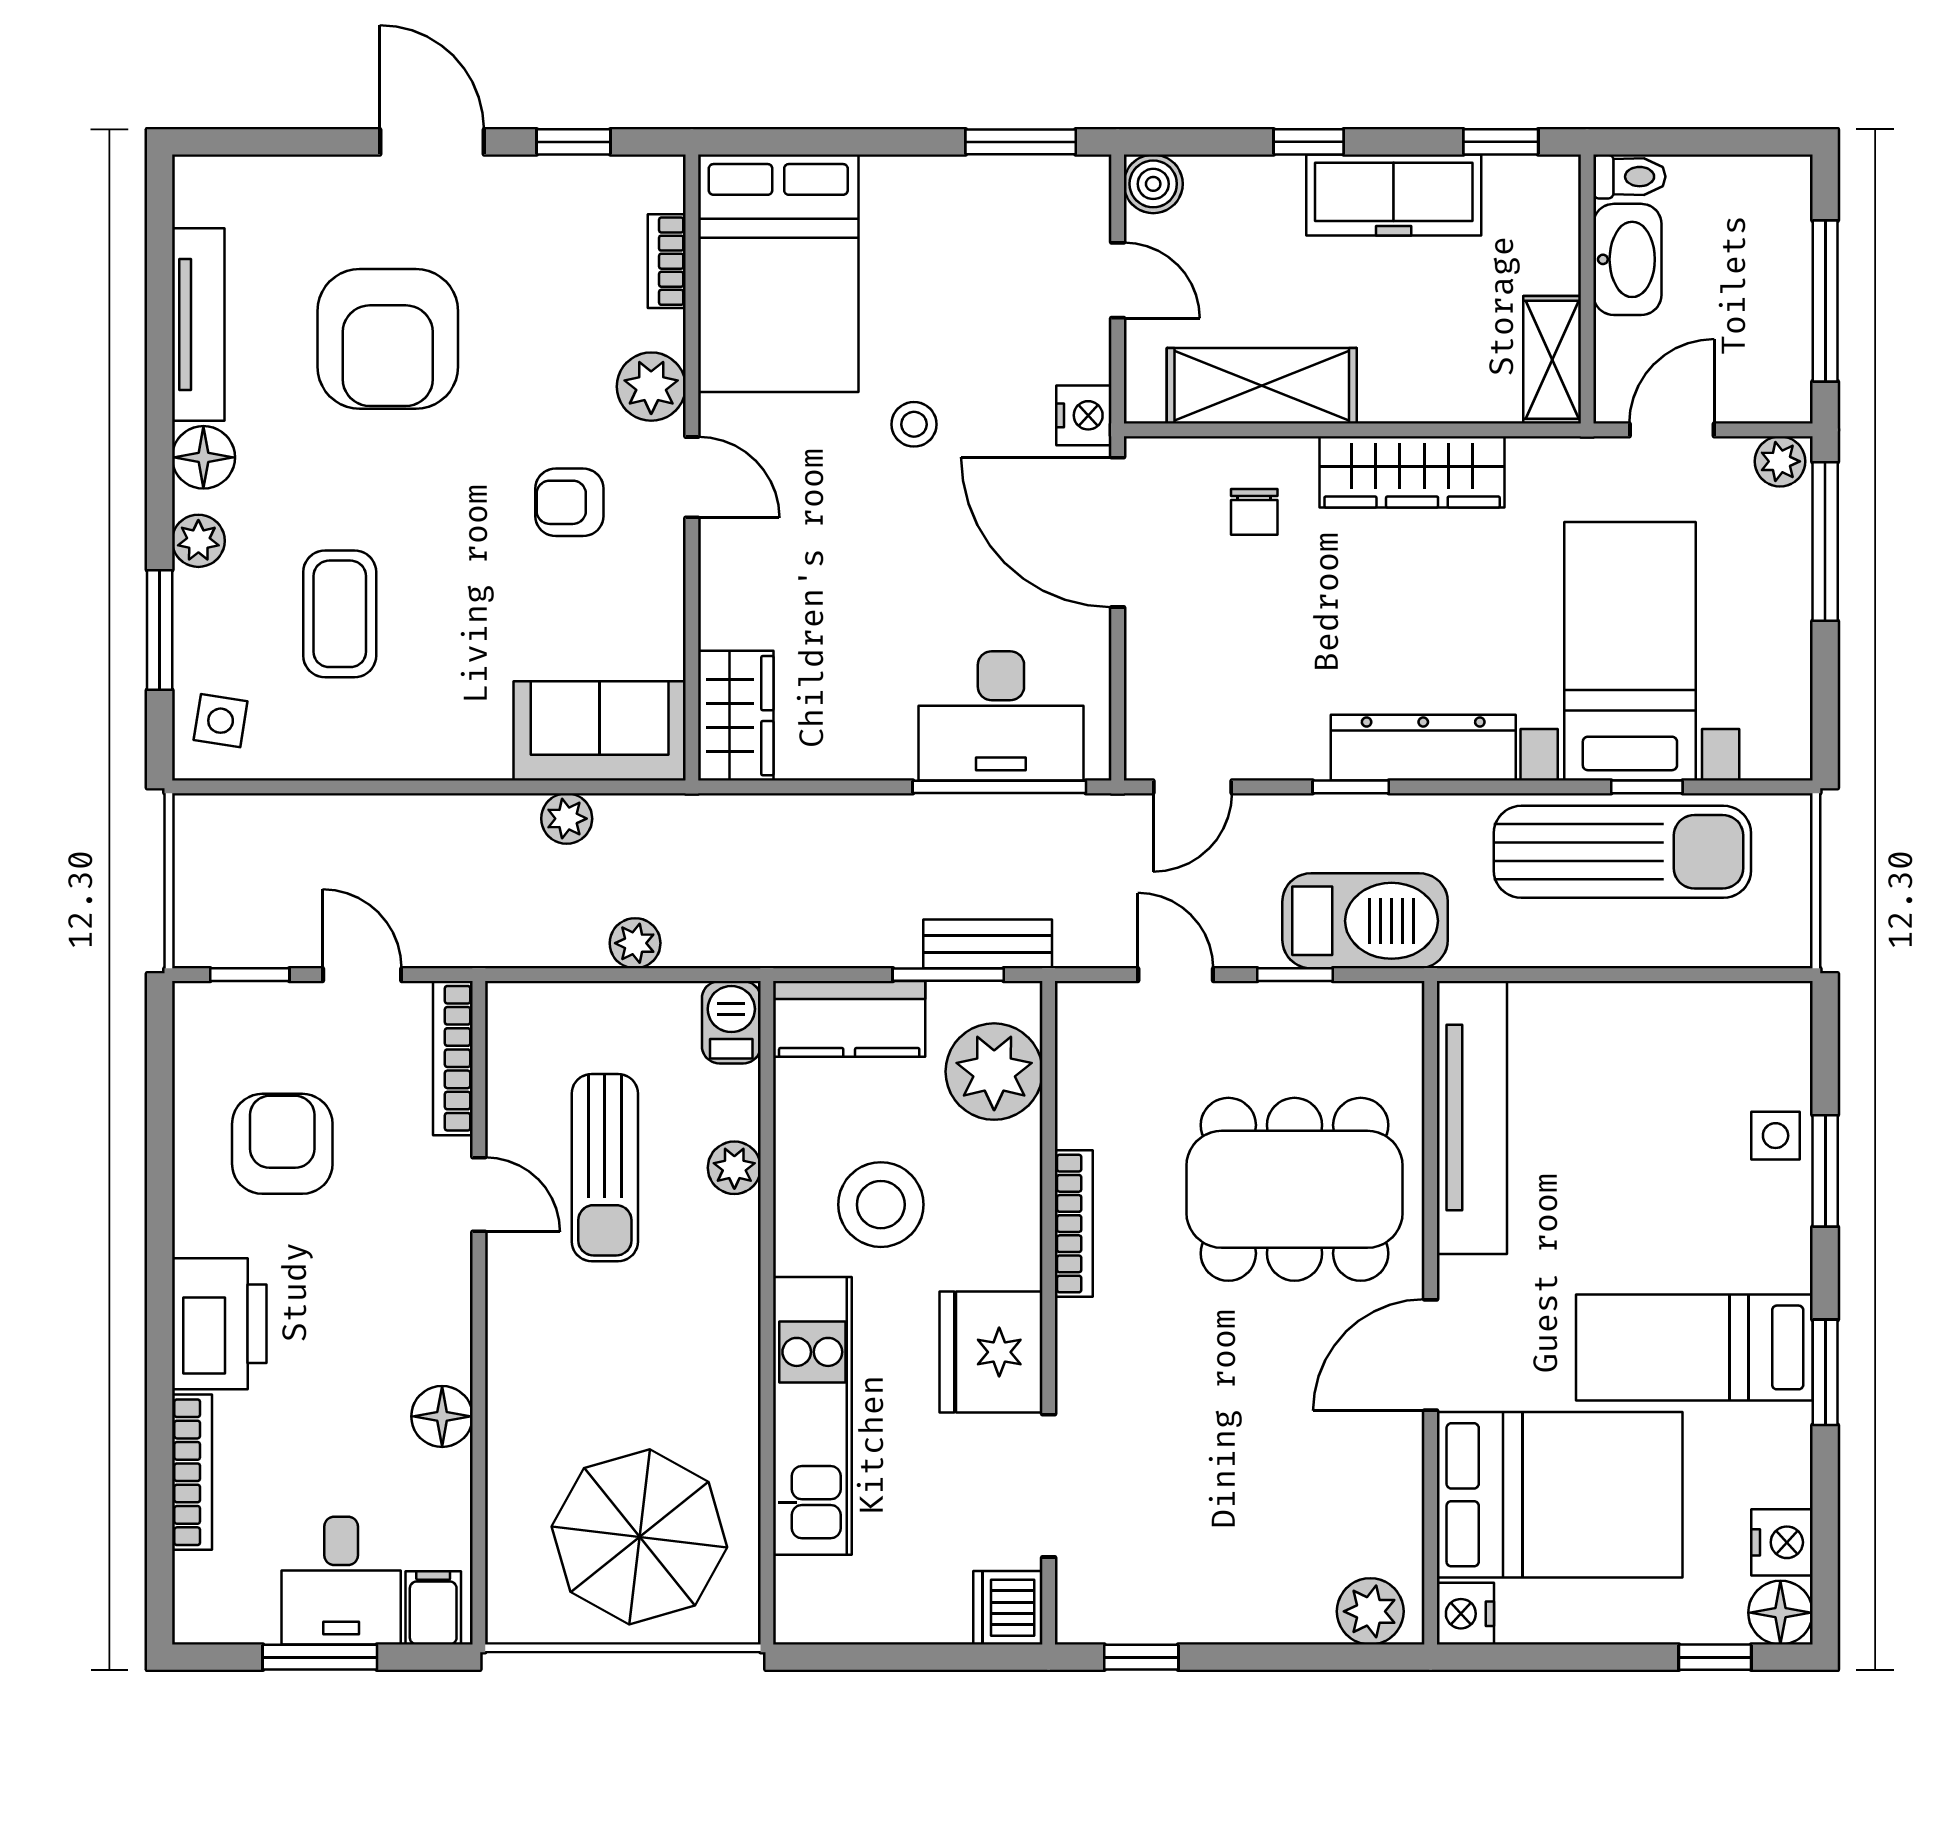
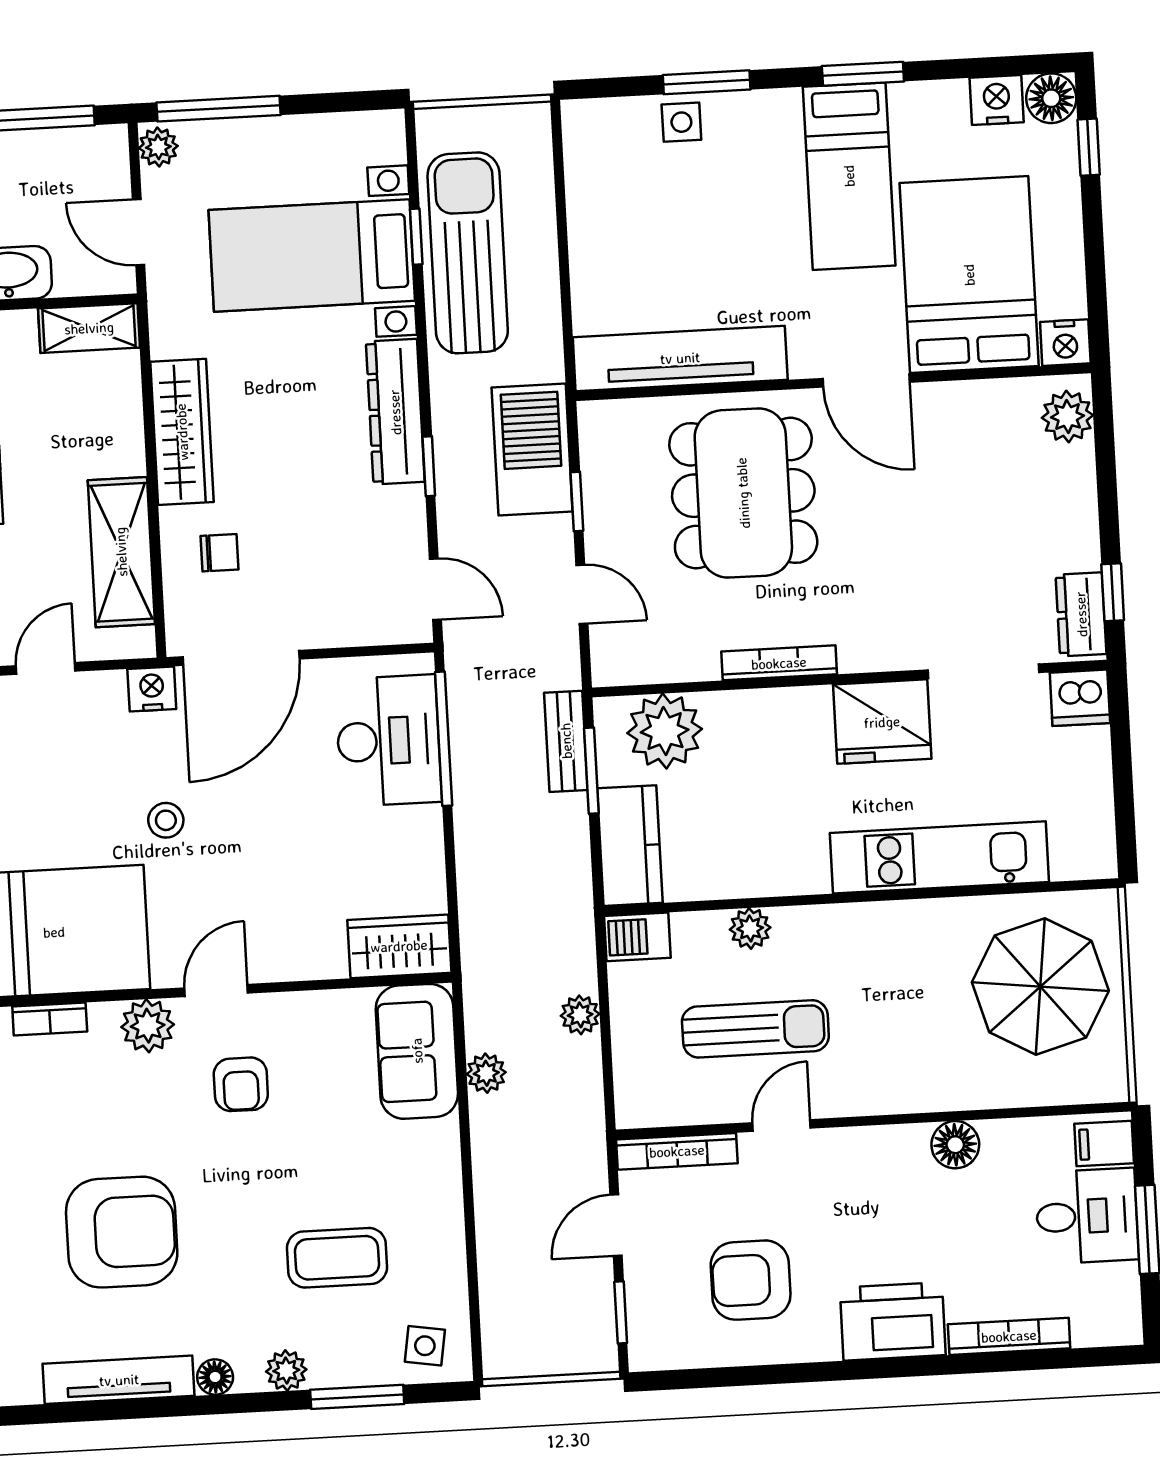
floor lamp: (203, 457) -> (215, 1377), width x0.73, depth x0.73
door: (1176, 975) -> (582, 594), swing flipped
stool: (881, 1205) -> (773, 813), removed
dresser: (1115, 1615) -> (1081, 614), added

